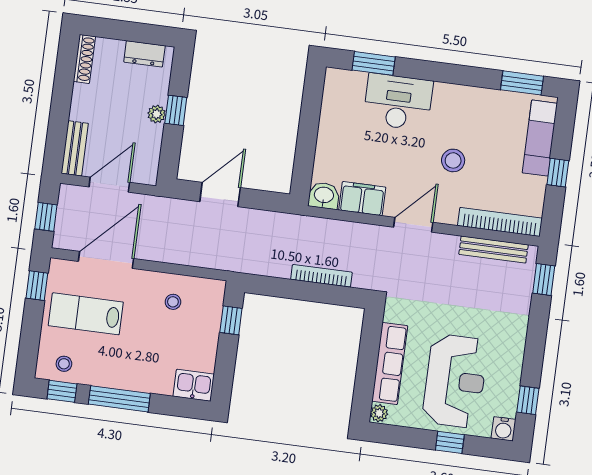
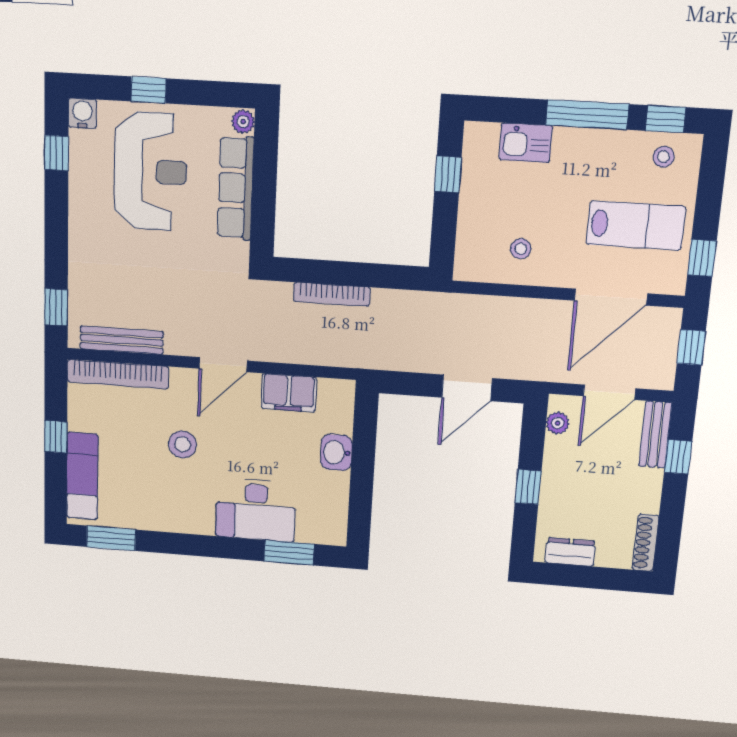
plant: (157, 114) -> (558, 423), moved
window: (57, 129) -> (678, 457), added
washbasin: (324, 196) -> (336, 452), moved, turned 90
window: (231, 320) -> (448, 174), moved
reception desk: (455, 381) -> (151, 171), turned 180
kitchen sink: (194, 385) -> (526, 143), moved

